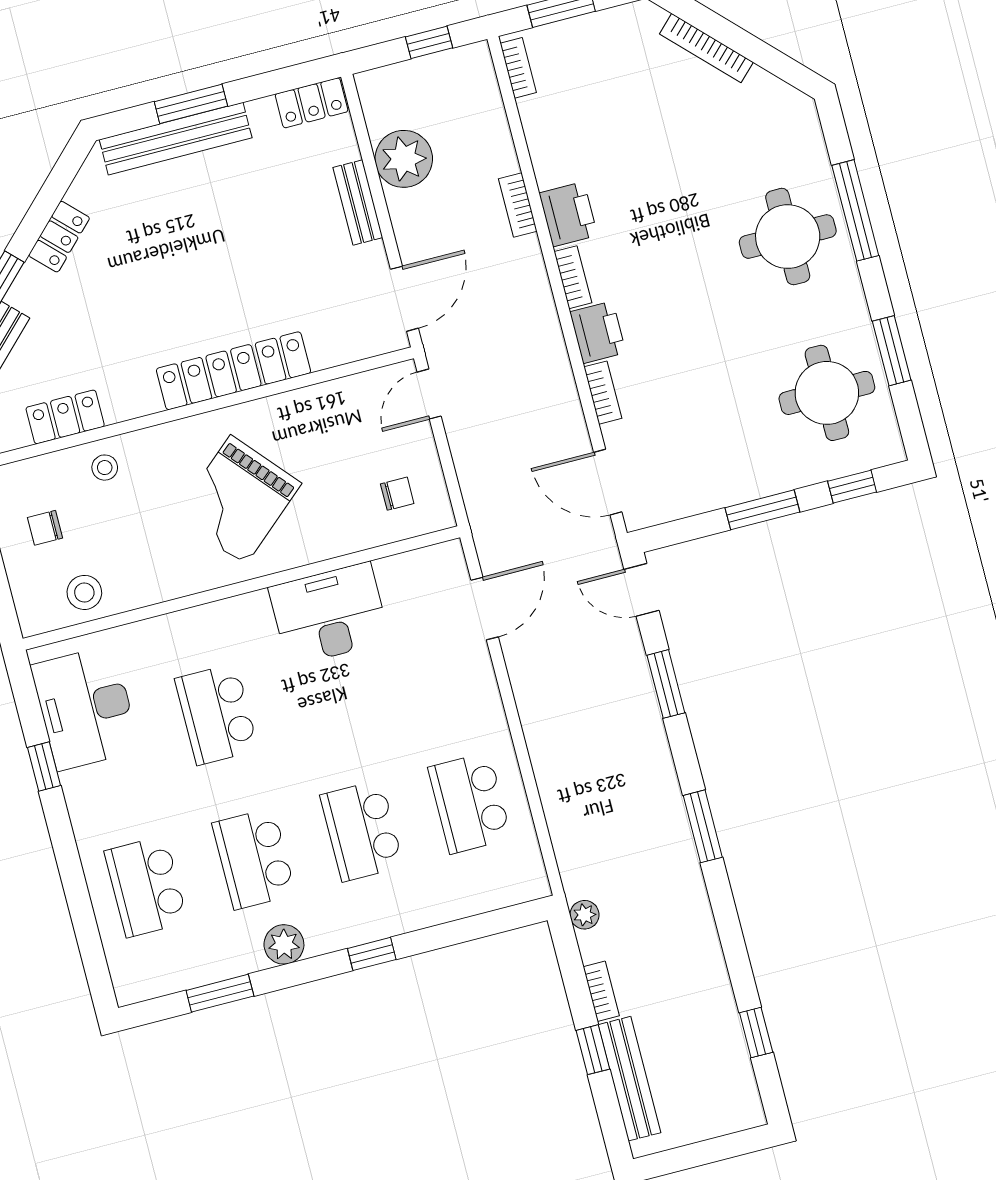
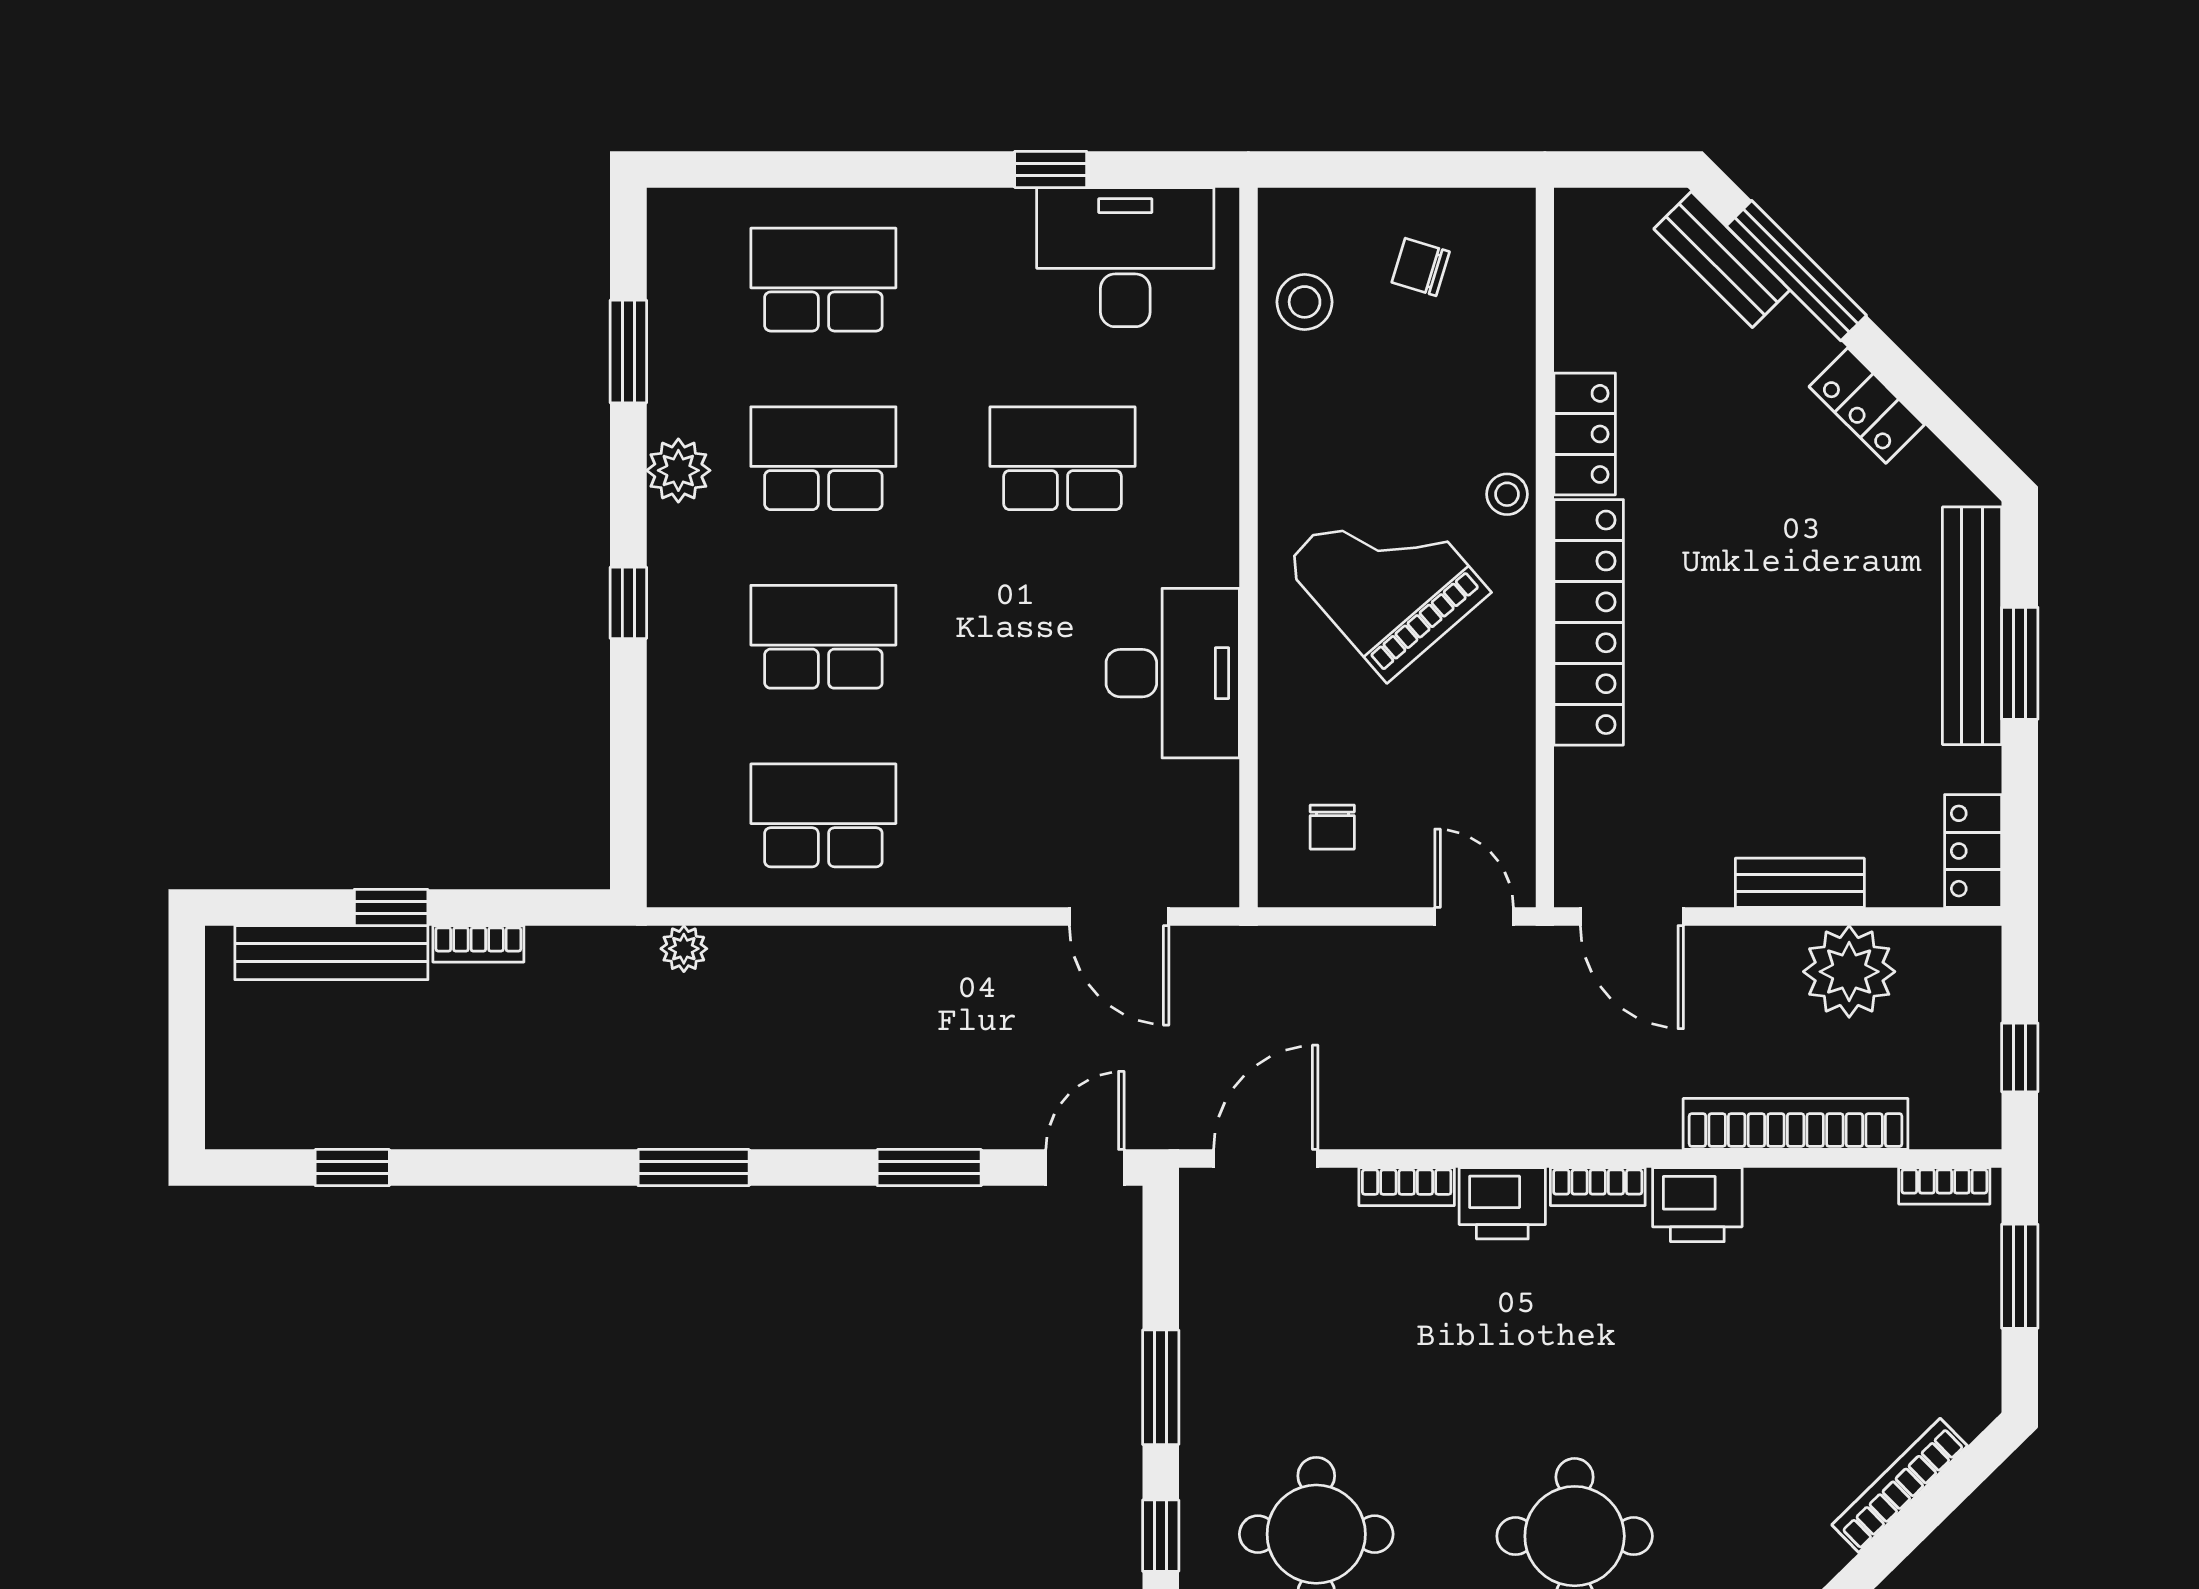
bookcase: (518, 205) -> (1796, 1124), width x2.31, depth x1.31
locker: (65, 417) -> (1585, 434), moved
stool: (105, 468) -> (1507, 494), moved
chair: (45, 528) -> (1421, 267), turned -73
plant: (585, 915) -> (684, 949), moved

